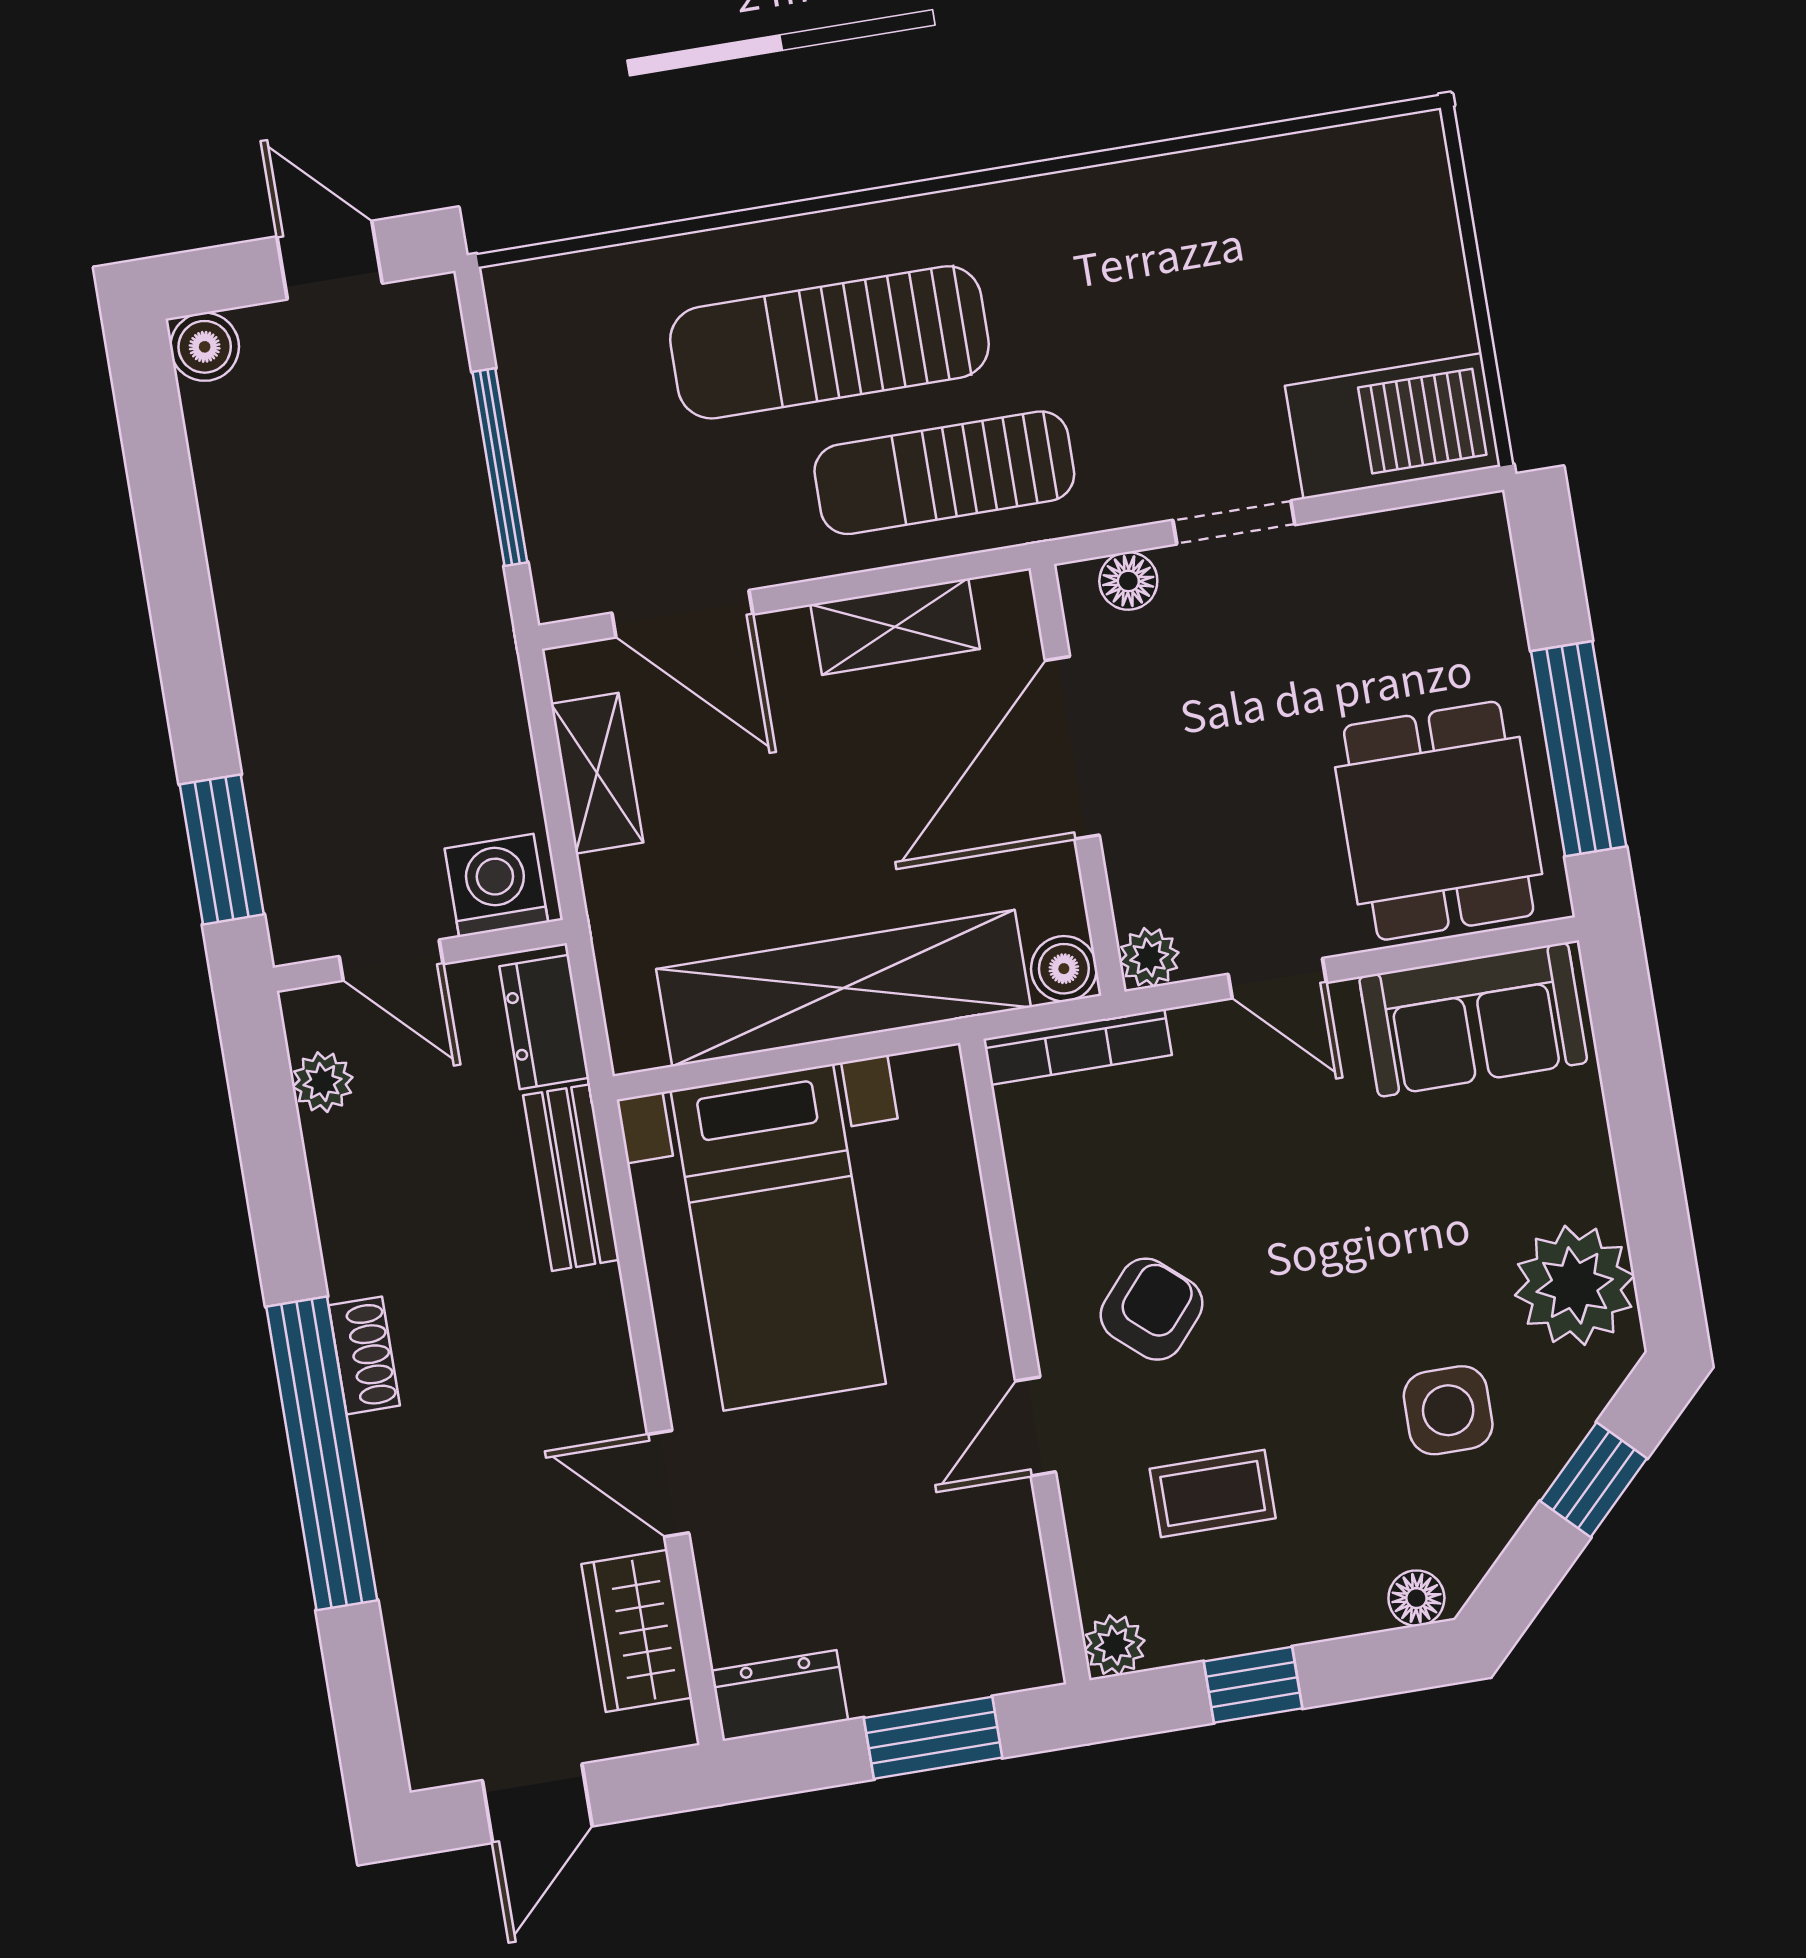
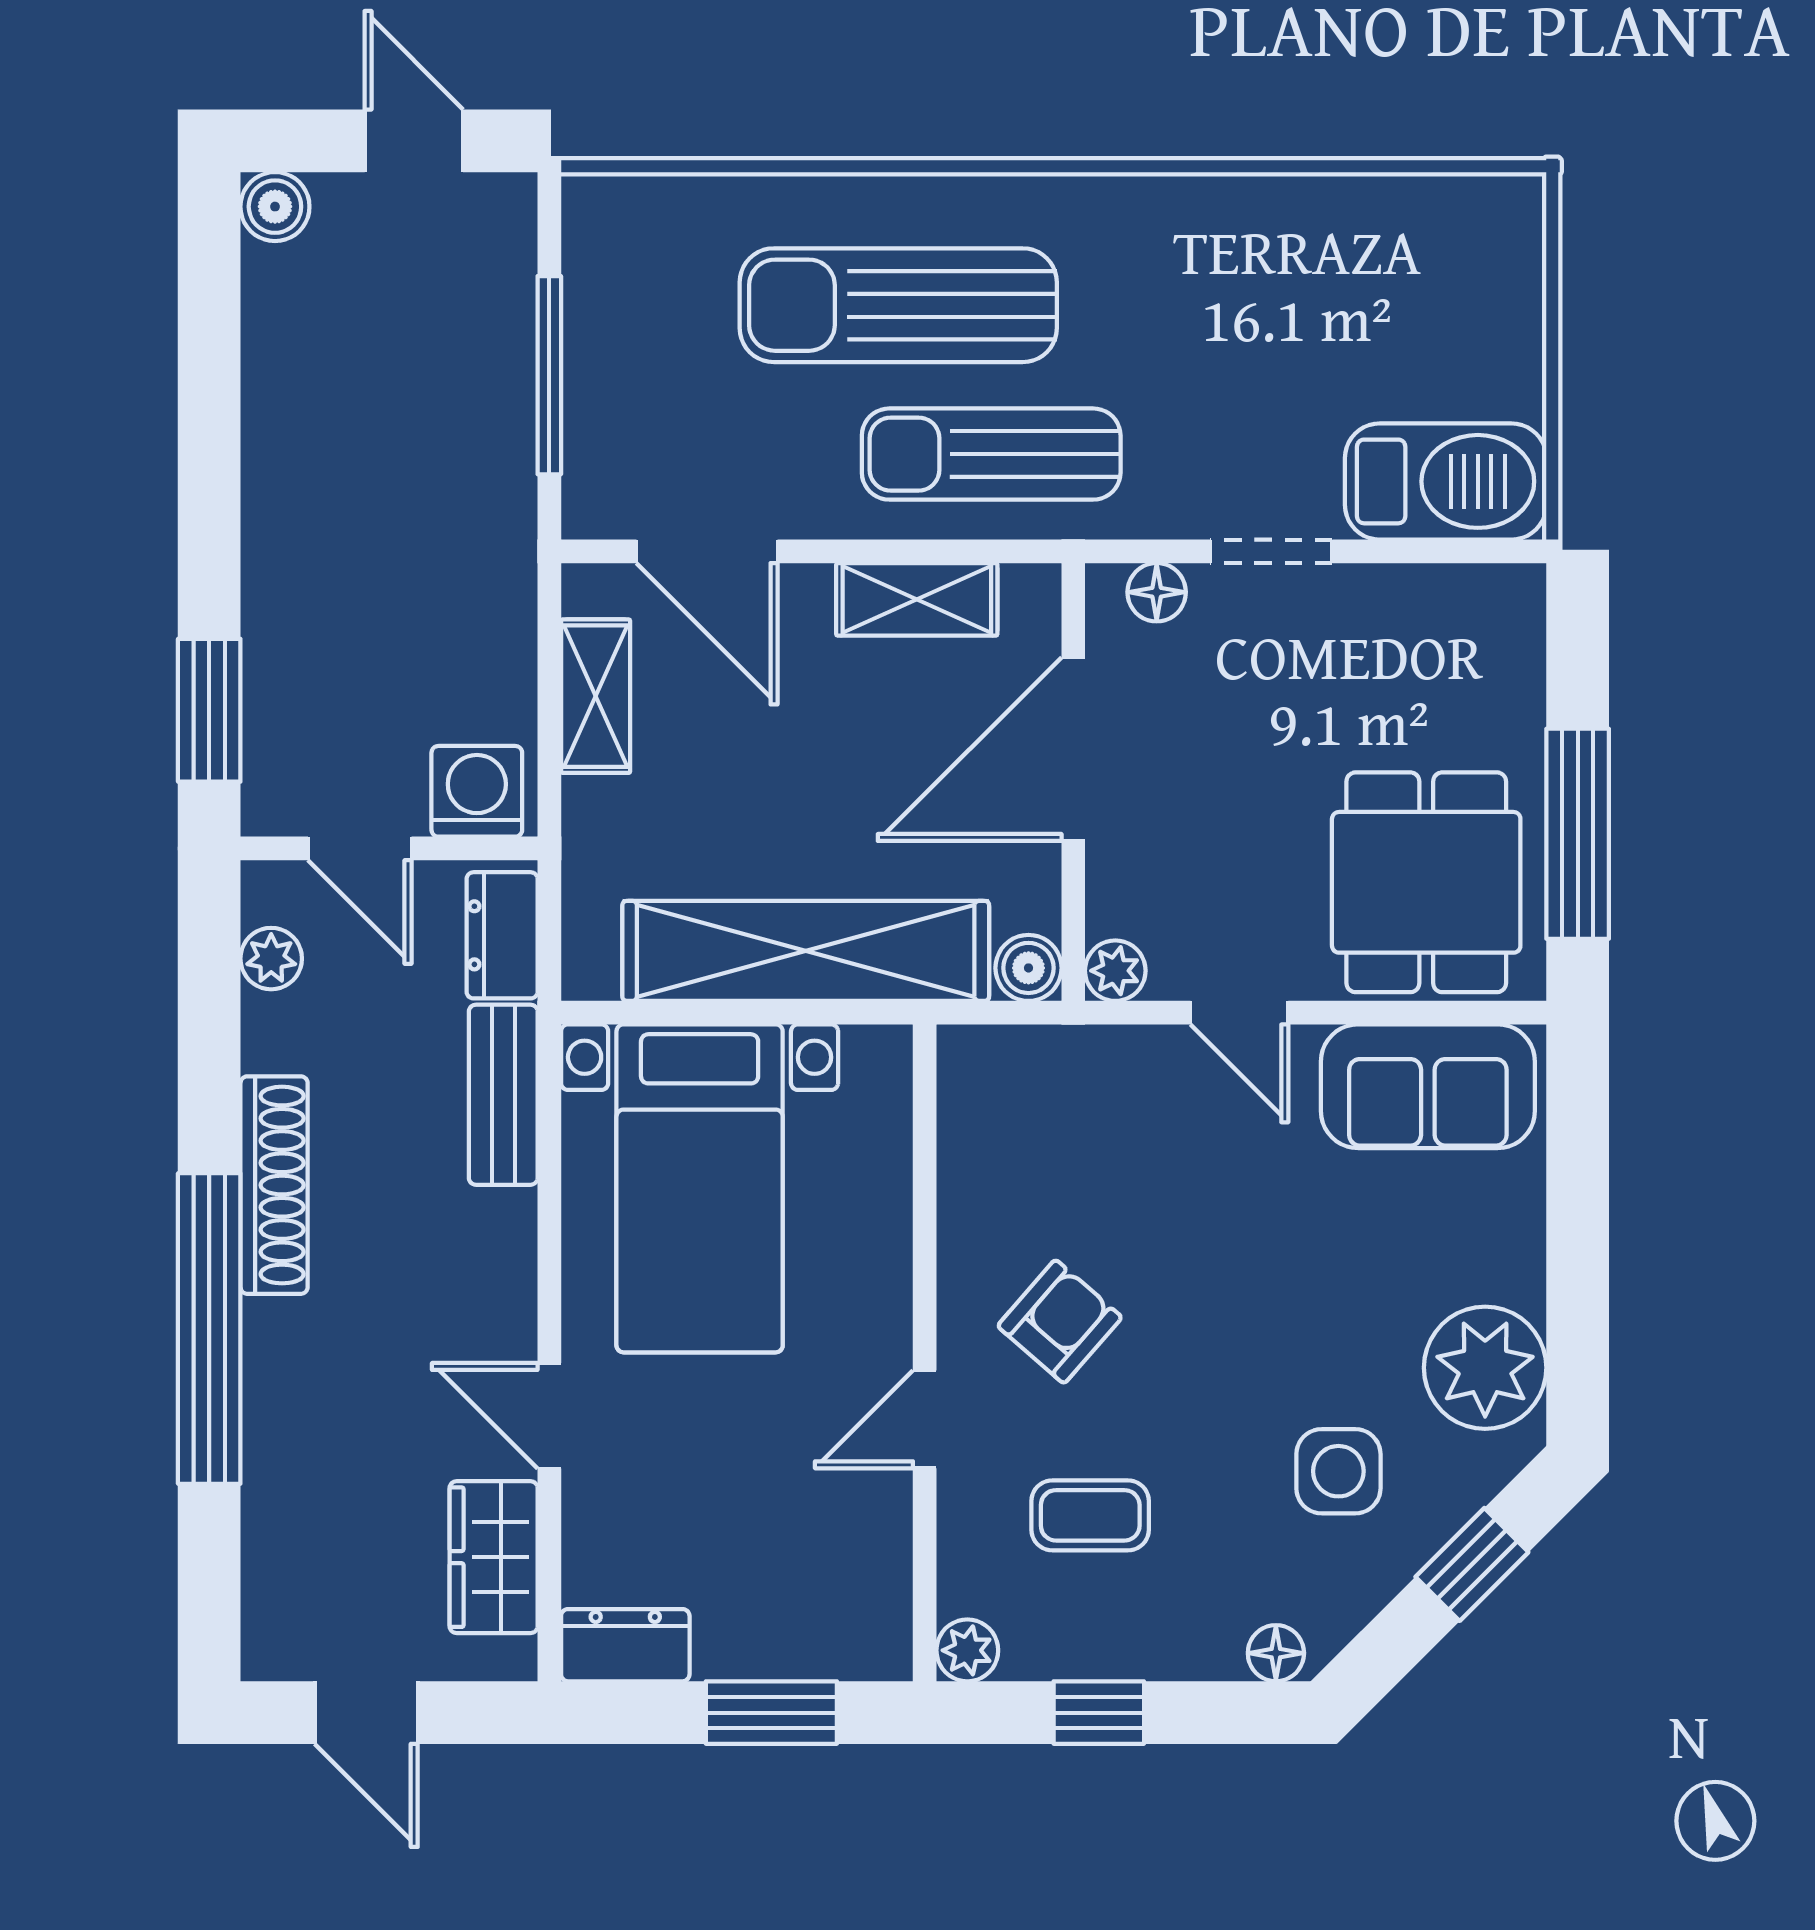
bookcase: (1077, 1047) -> (1029, 1048), removed
shoe rack: (364, 1355) -> (274, 1185), width x1.94, depth x1.24
door: (537, 1803) -> (366, 1713), hinge flipped

